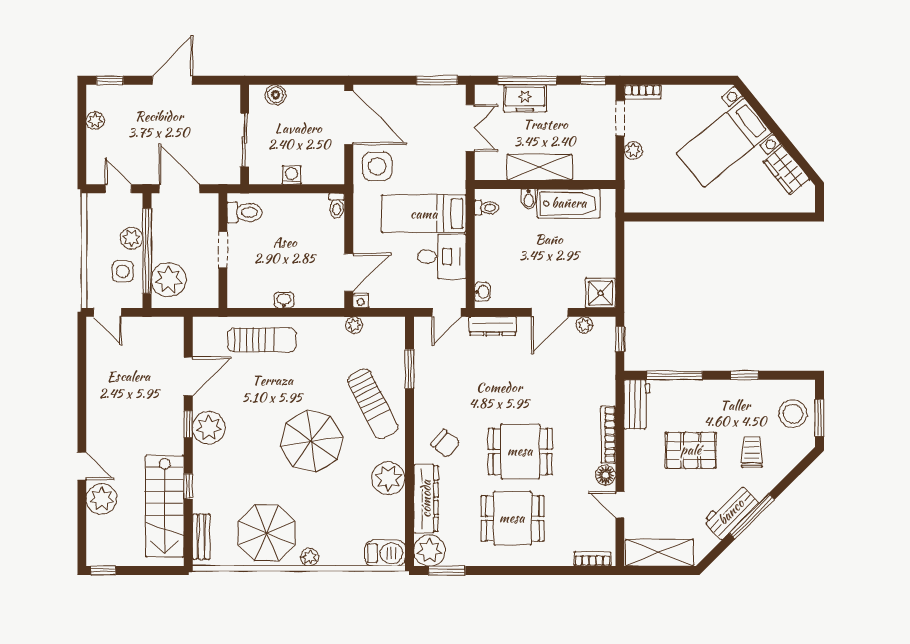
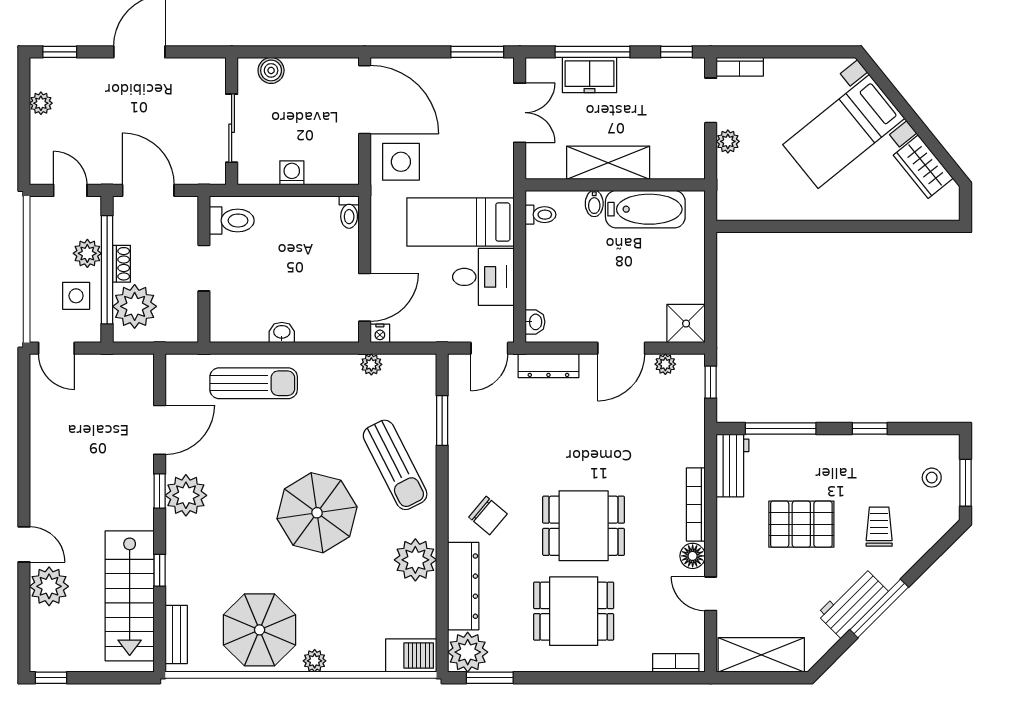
shoe rack: (158, 246) -> (122, 264), added
stool: (793, 414) -> (932, 478), width x0.53, depth x0.53

